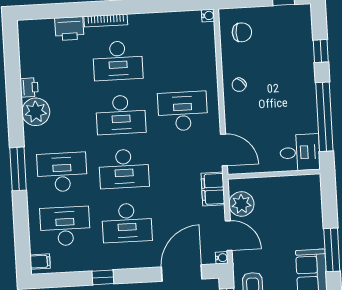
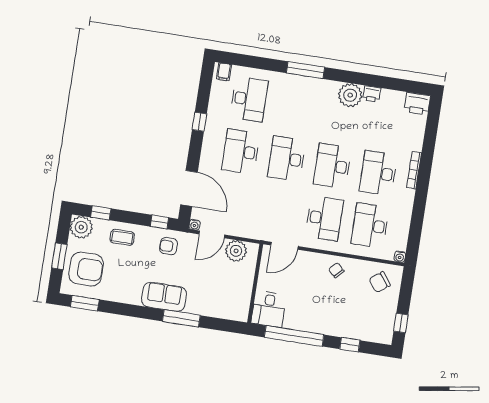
printer: (69, 29) -> (417, 104), moved, turned -90
chair: (242, 32) -> (380, 282), turned 53
desk: (62, 172) -> (370, 225), moved, turned 180
filing cabinet: (213, 189) -> (254, 230), removed

